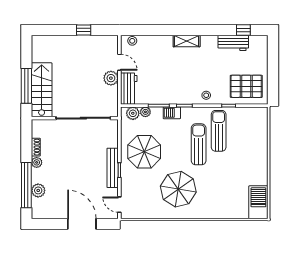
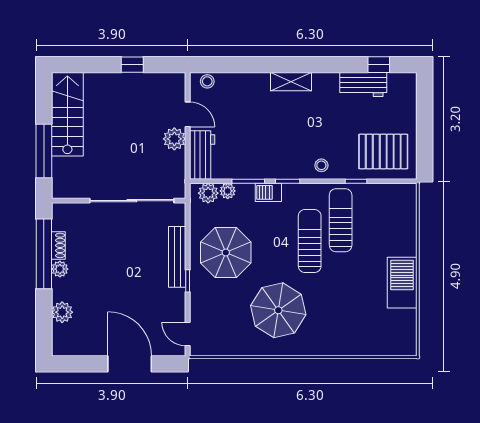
stairs: (42, 90) -> (67, 114), moved
bench: (113, 168) -> (177, 257), moved
window: (26, 185) -> (44, 254), moved
barbecue: (258, 202) -> (402, 283), moved

